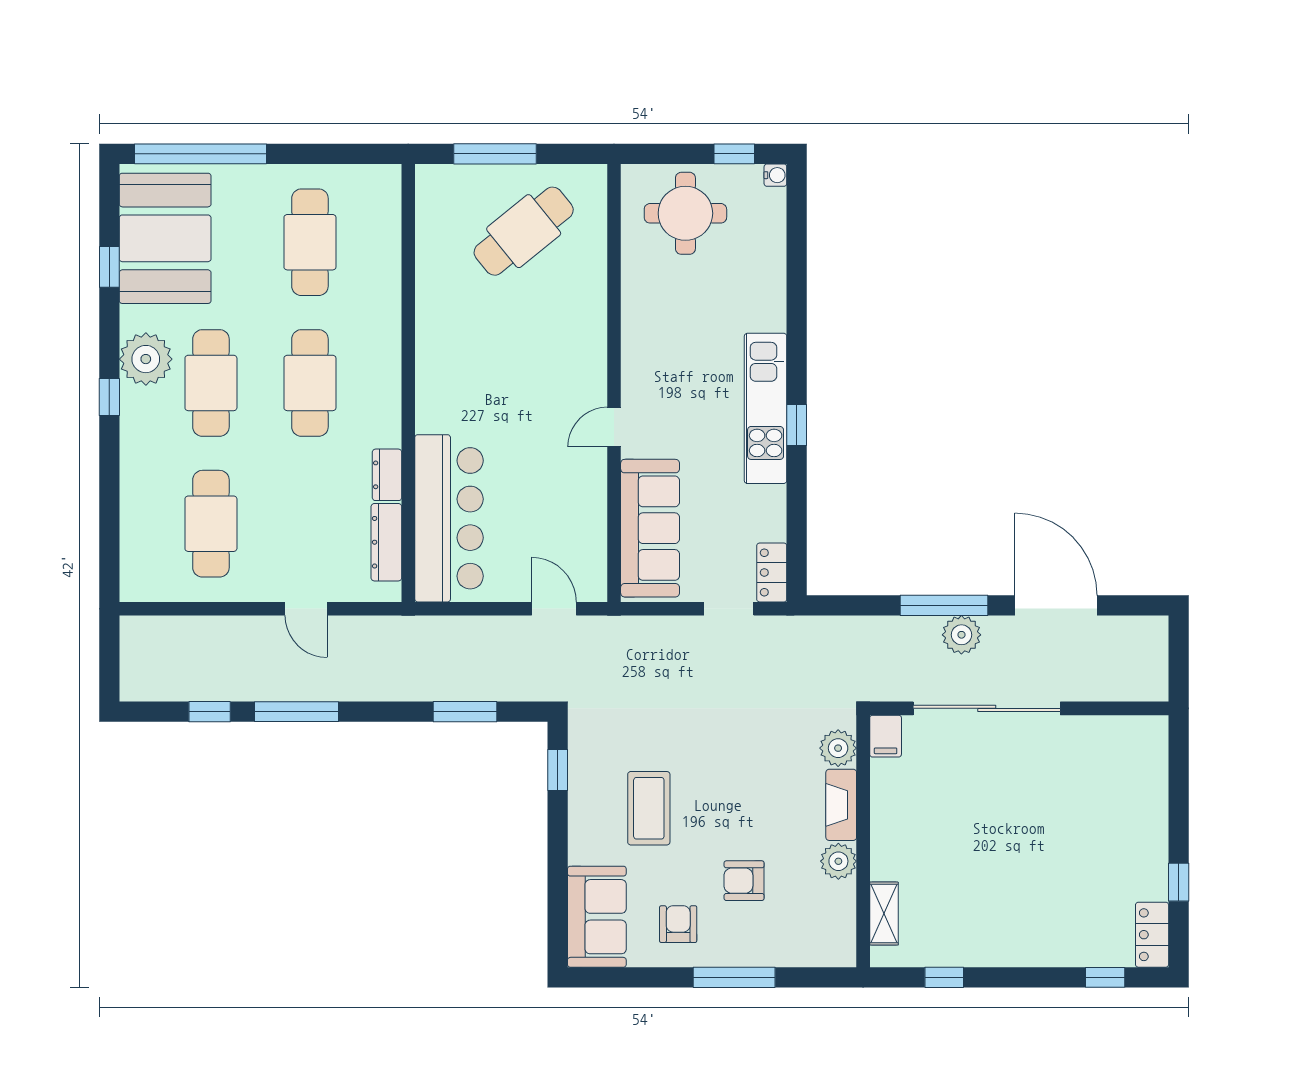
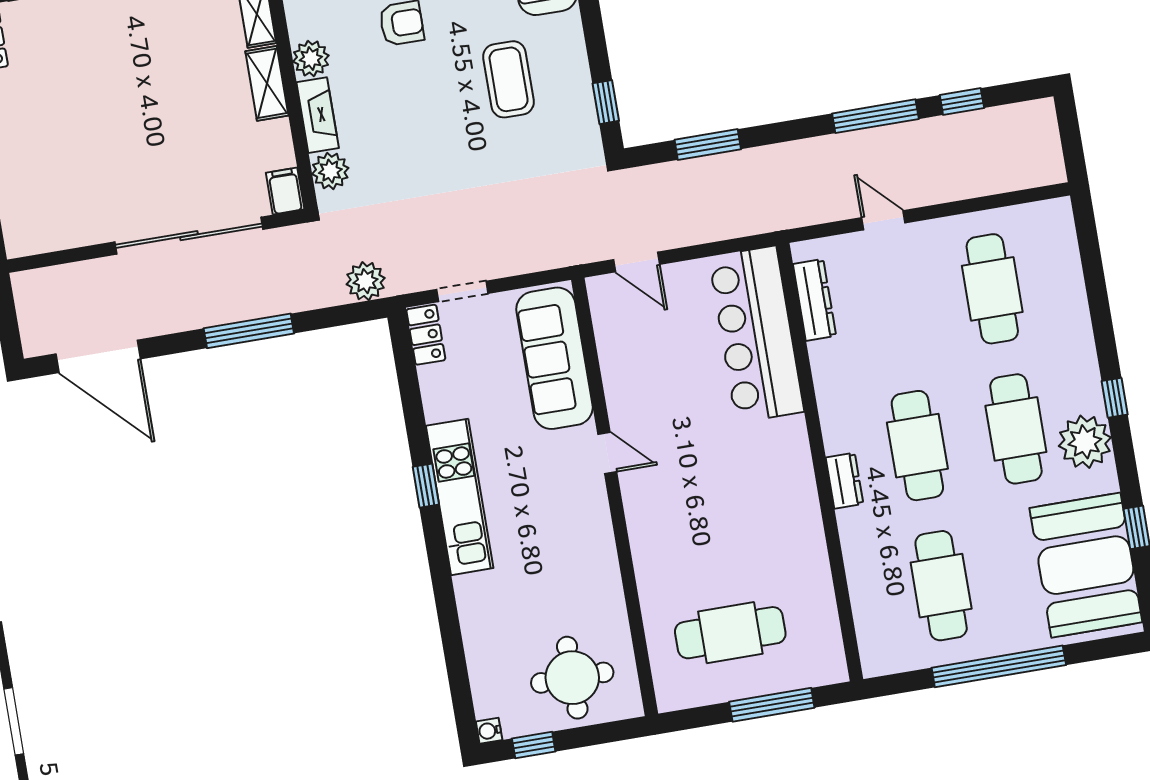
window: (200, 154) -> (999, 666), moved
cafe table: (524, 231) -> (730, 633), turned 39
door: (614, 427) -> (607, 453), hinge flipped
dresser: (387, 475) -> (844, 481), moved
door: (1056, 605) -> (98, 356), moved
plant: (961, 635) -> (366, 281), moved
shelving: (886, 844) -> (267, 83), added

